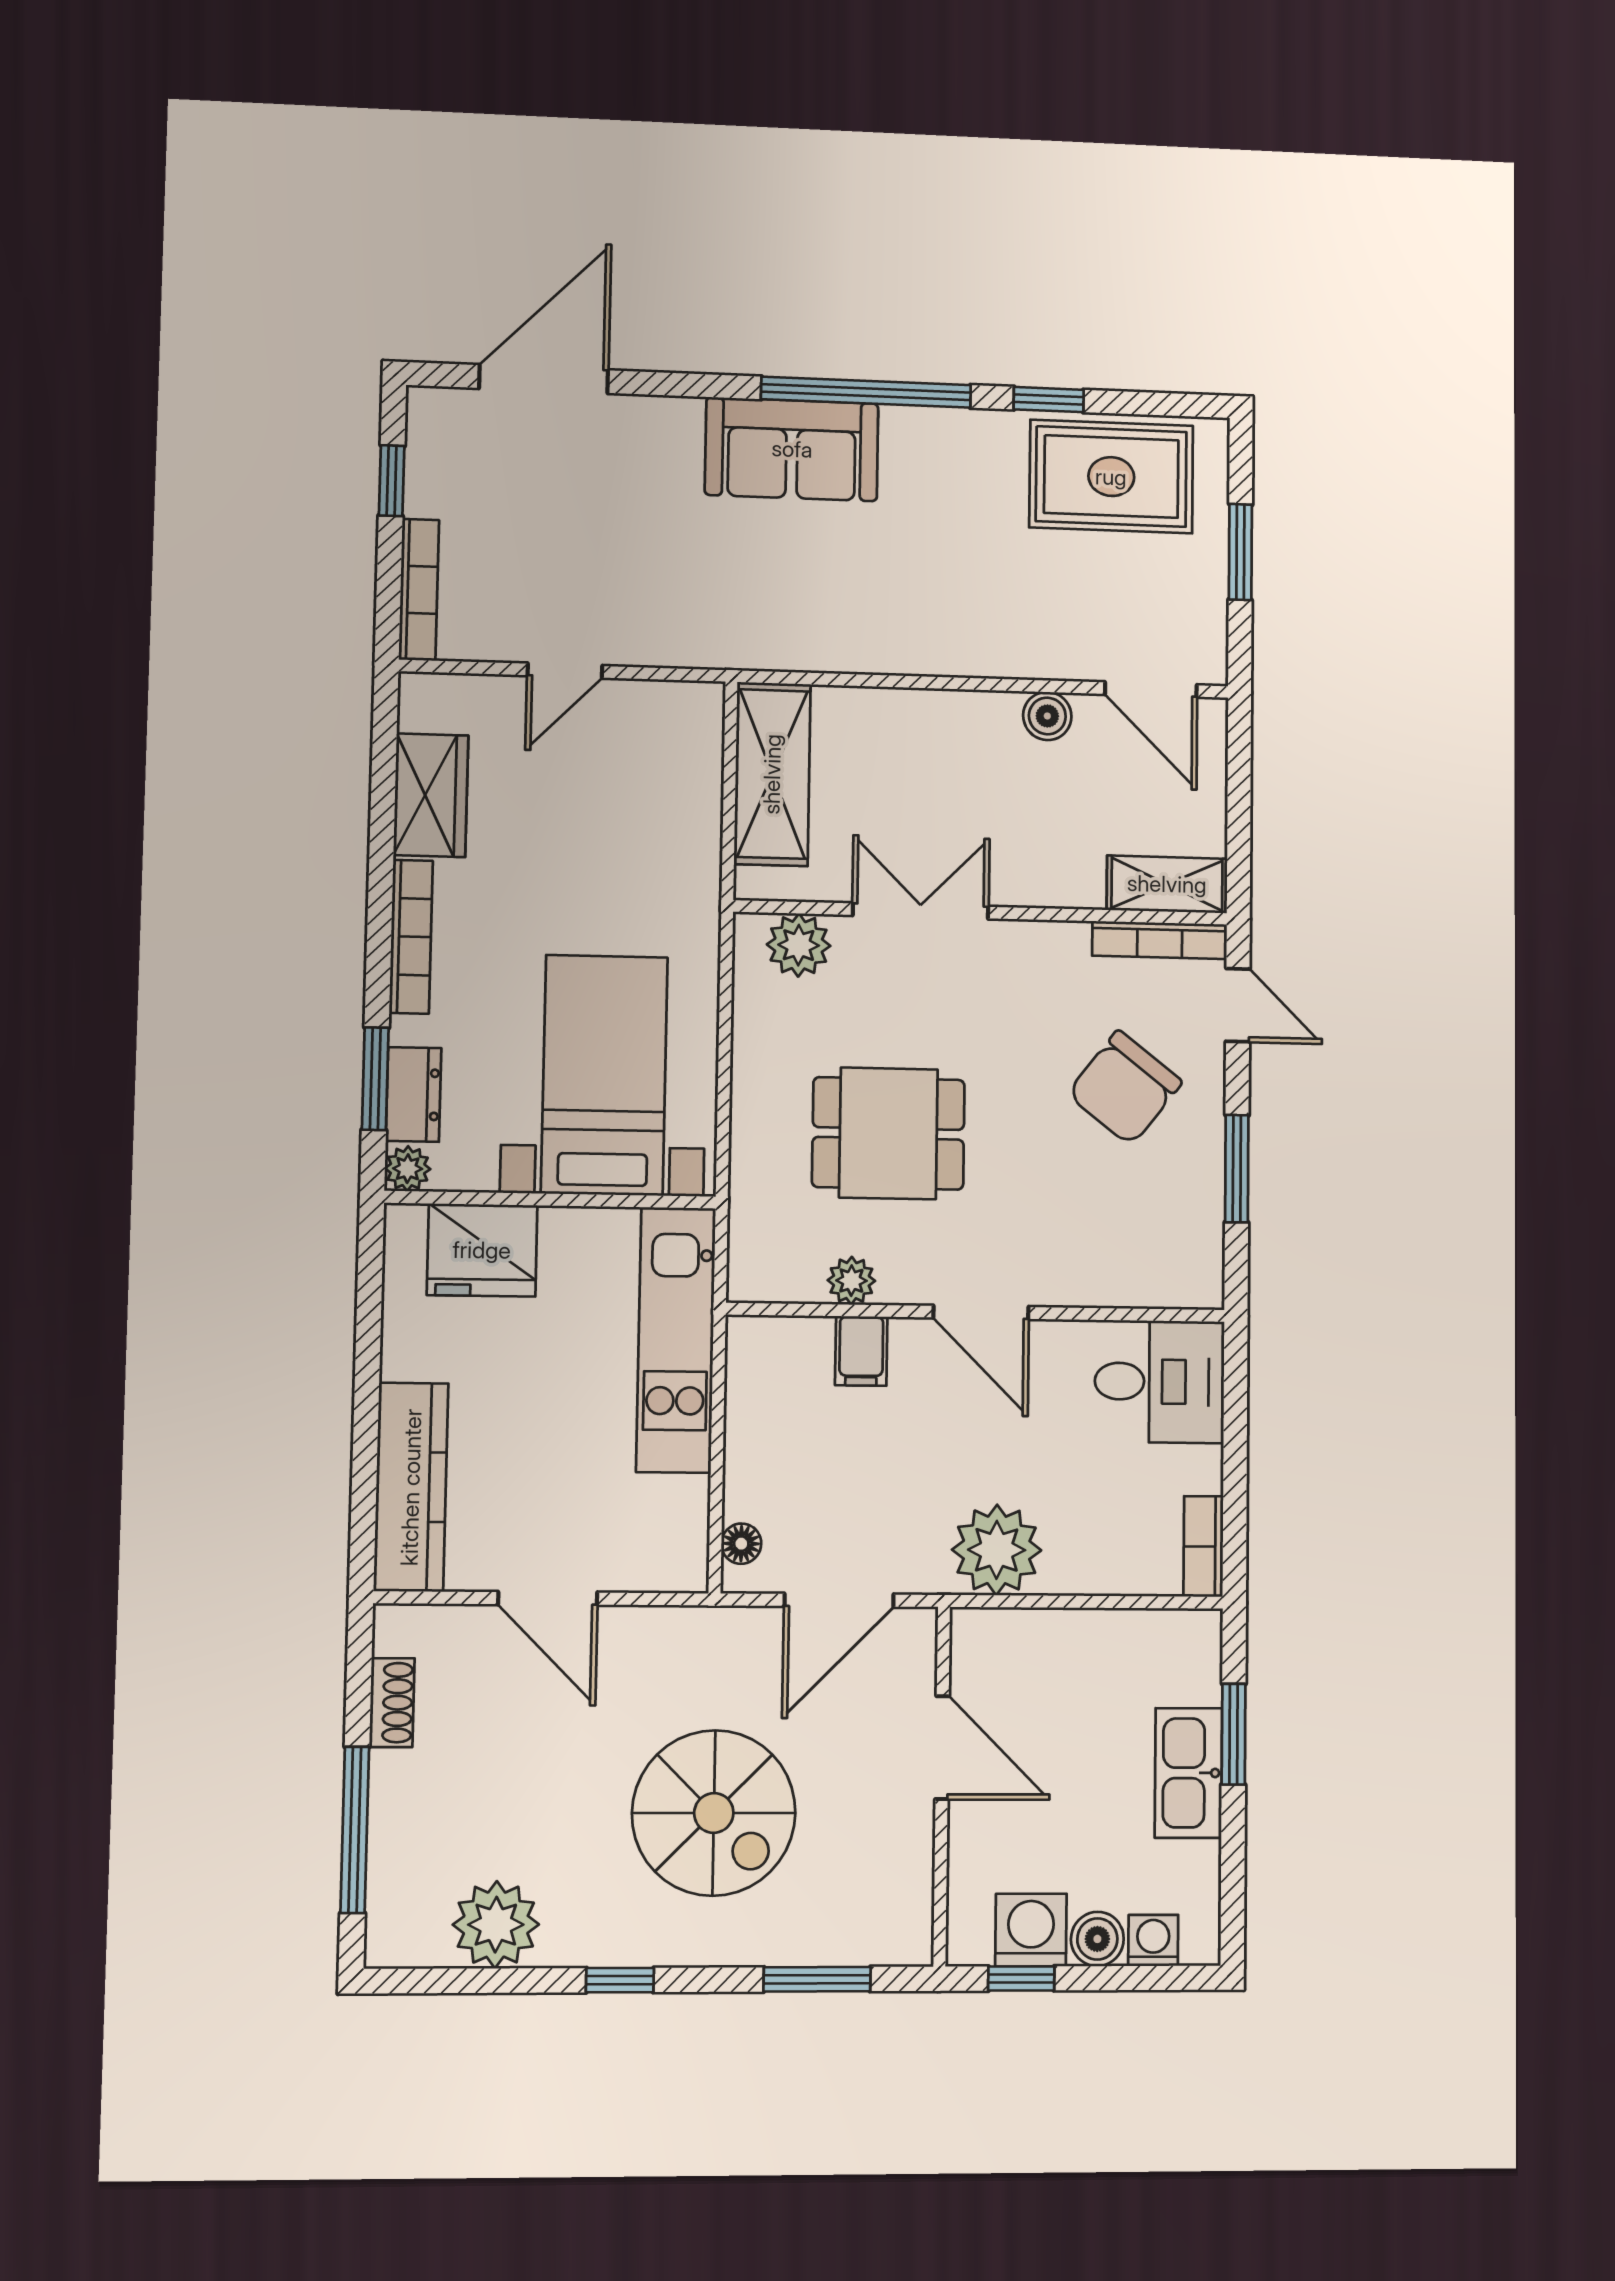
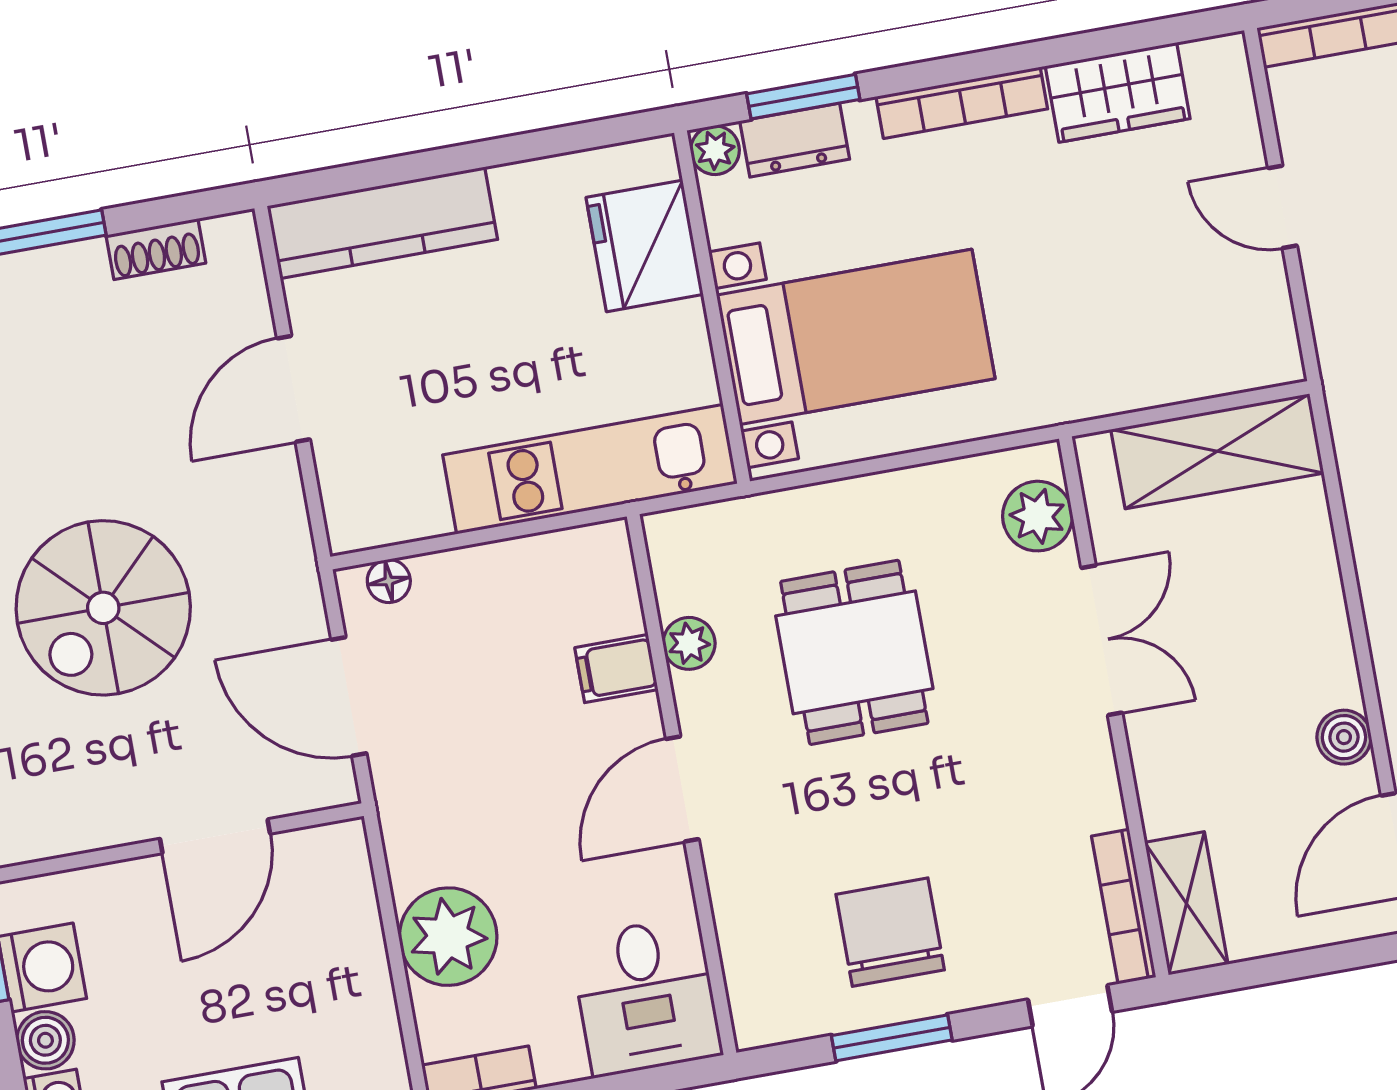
chair: (1125, 1088) -> (890, 932), moved, turned 52
plant: (997, 1550) -> (448, 937), moved

